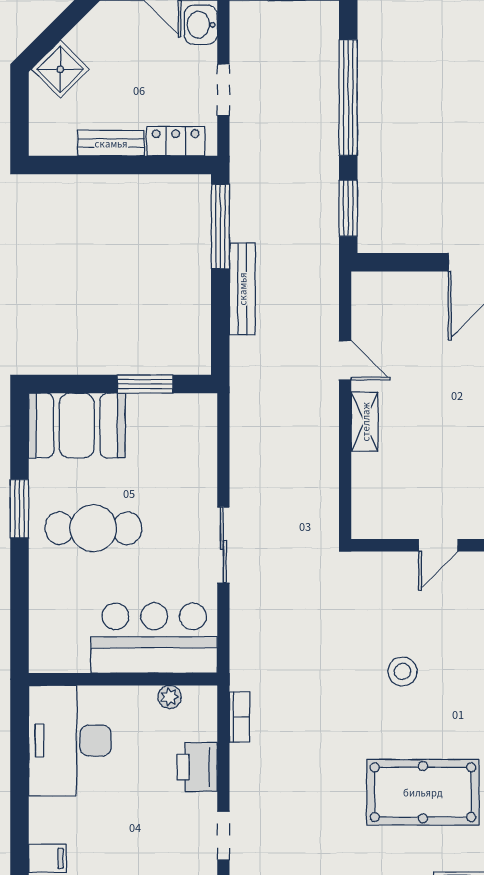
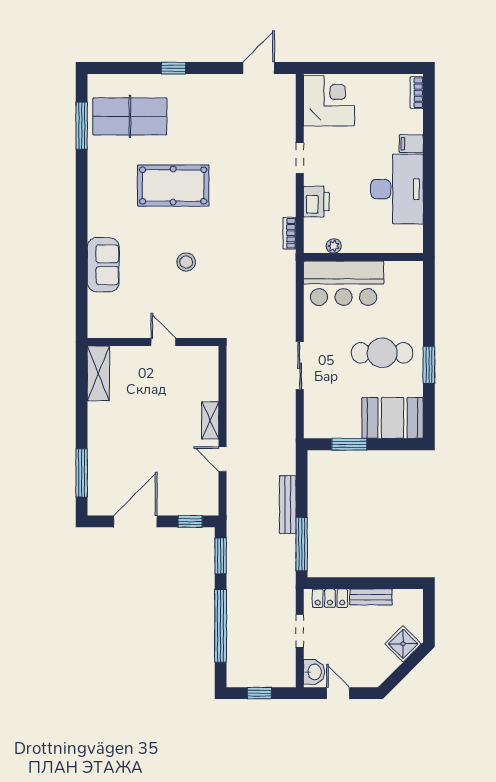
window: (396, 262) -> (190, 521), added
sliding door: (223, 545) -> (300, 366), moved
door: (438, 545) -> (163, 342), hinge flipped
desk: (70, 741) -> (397, 189), moved

